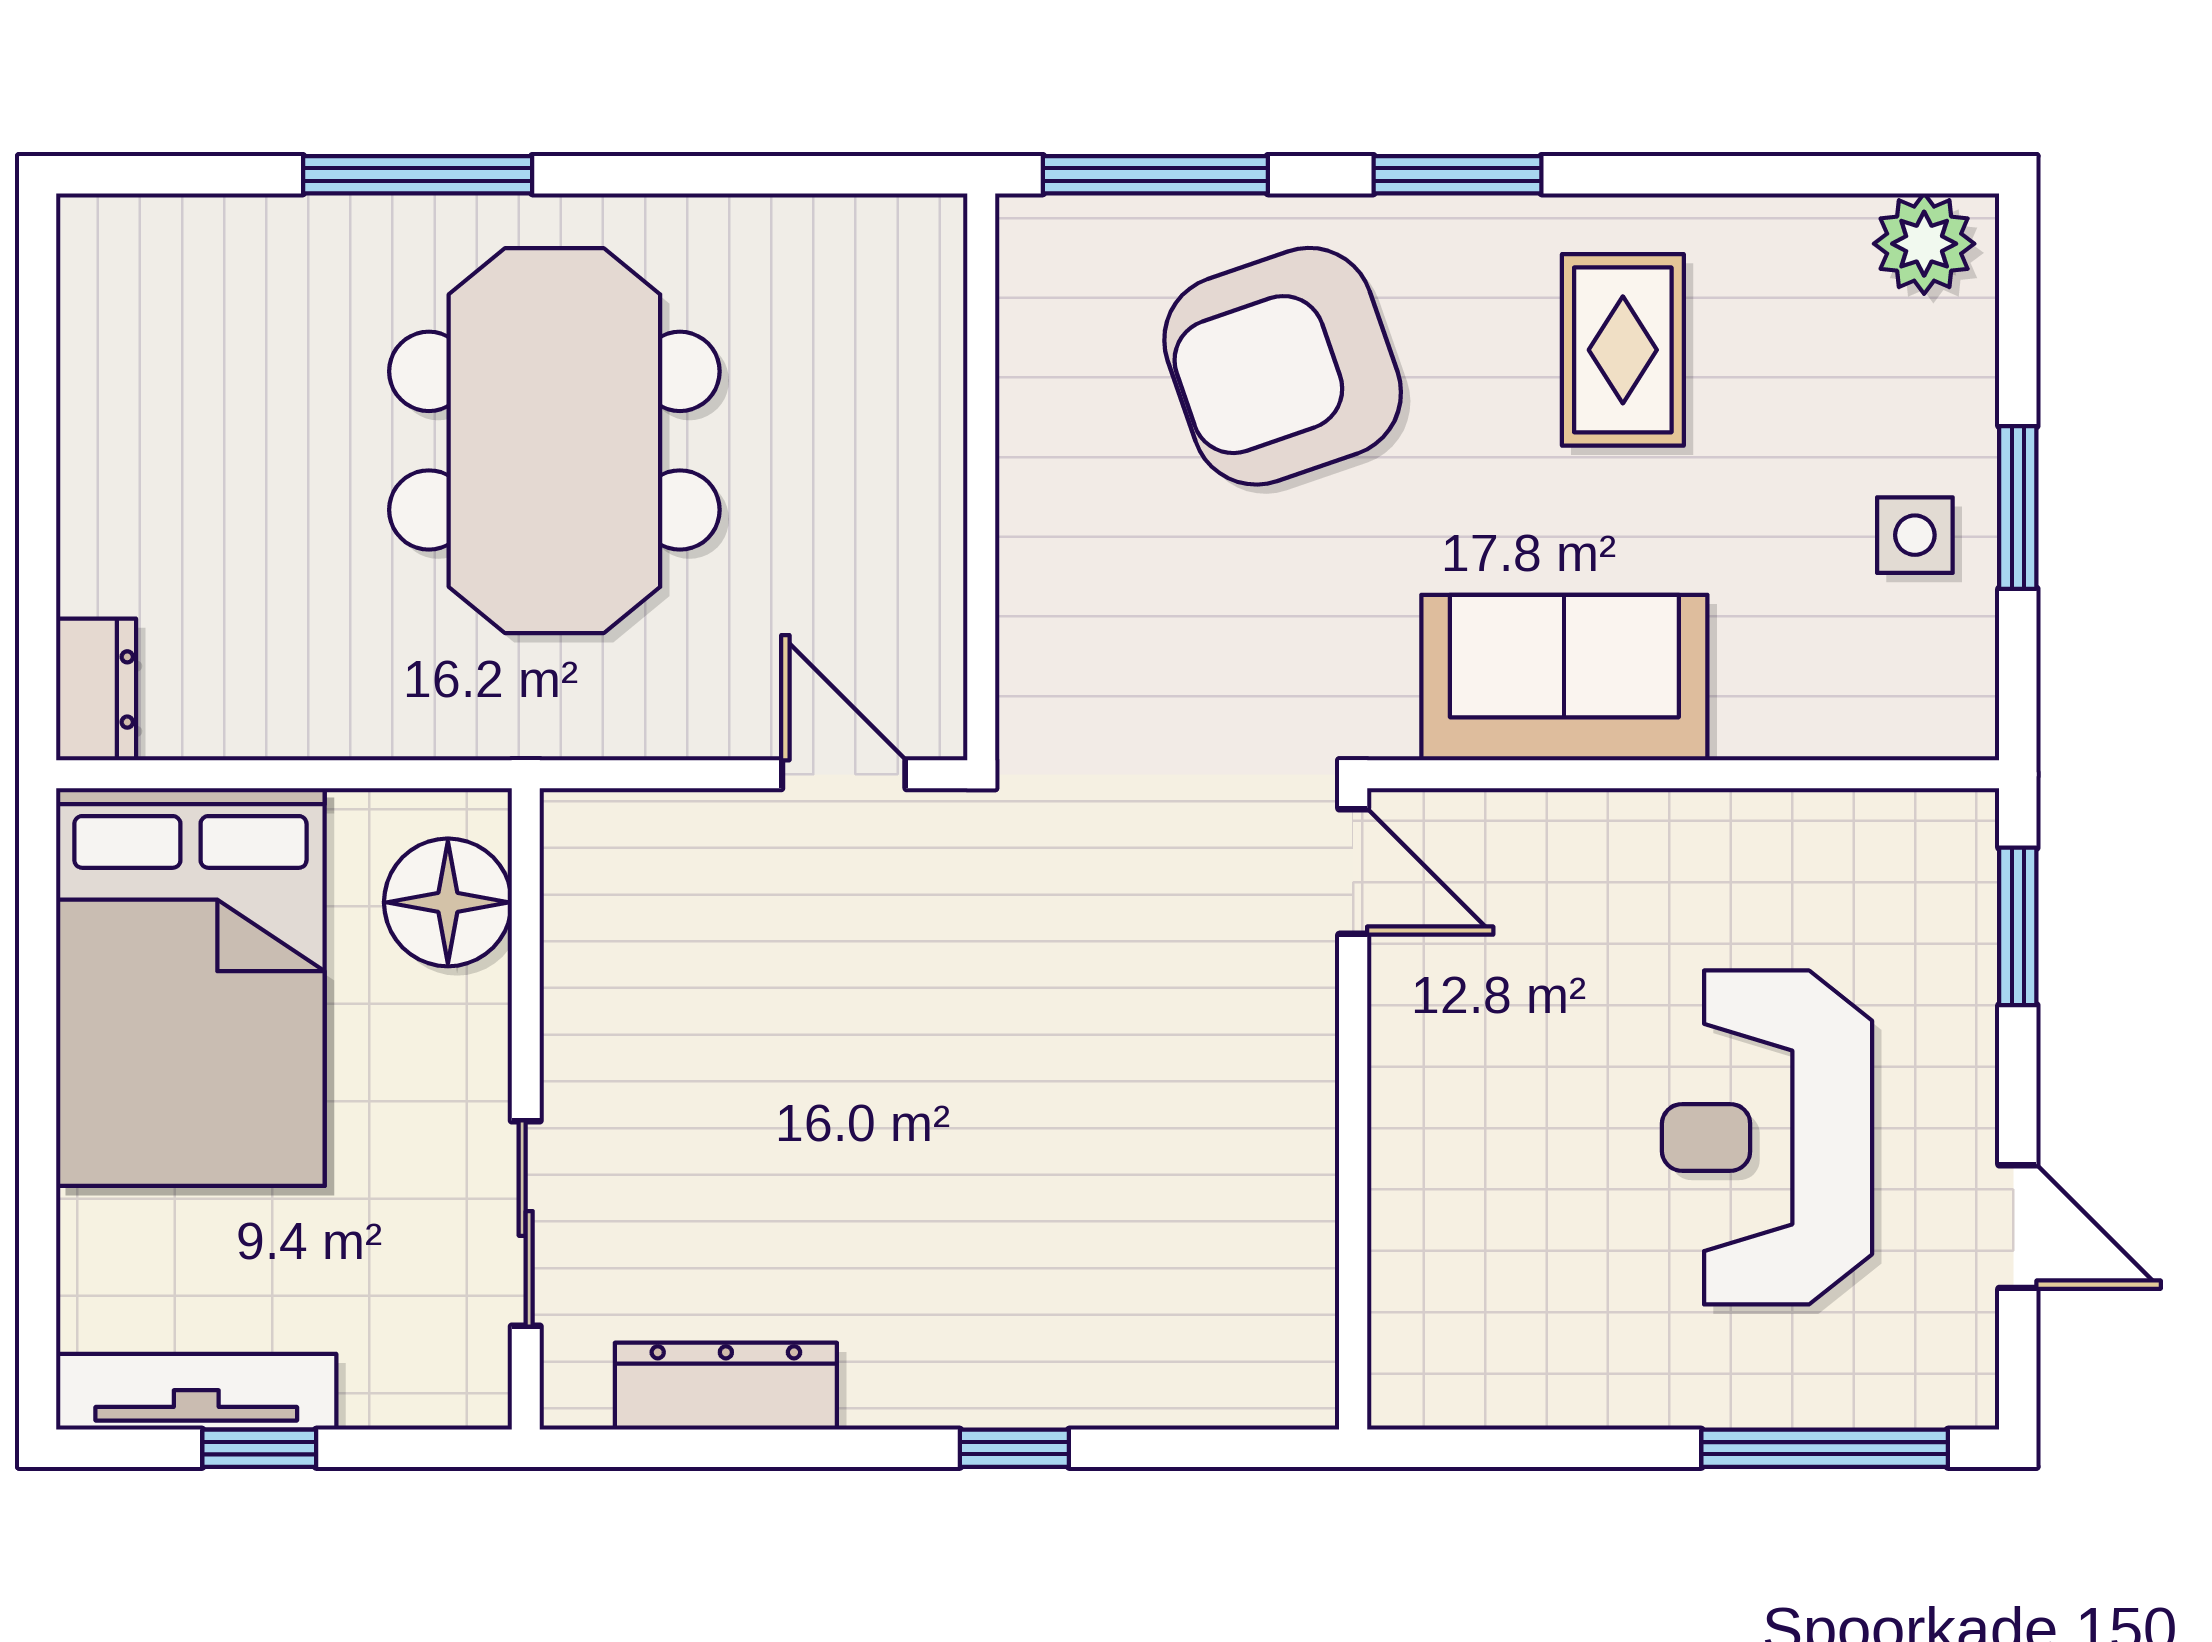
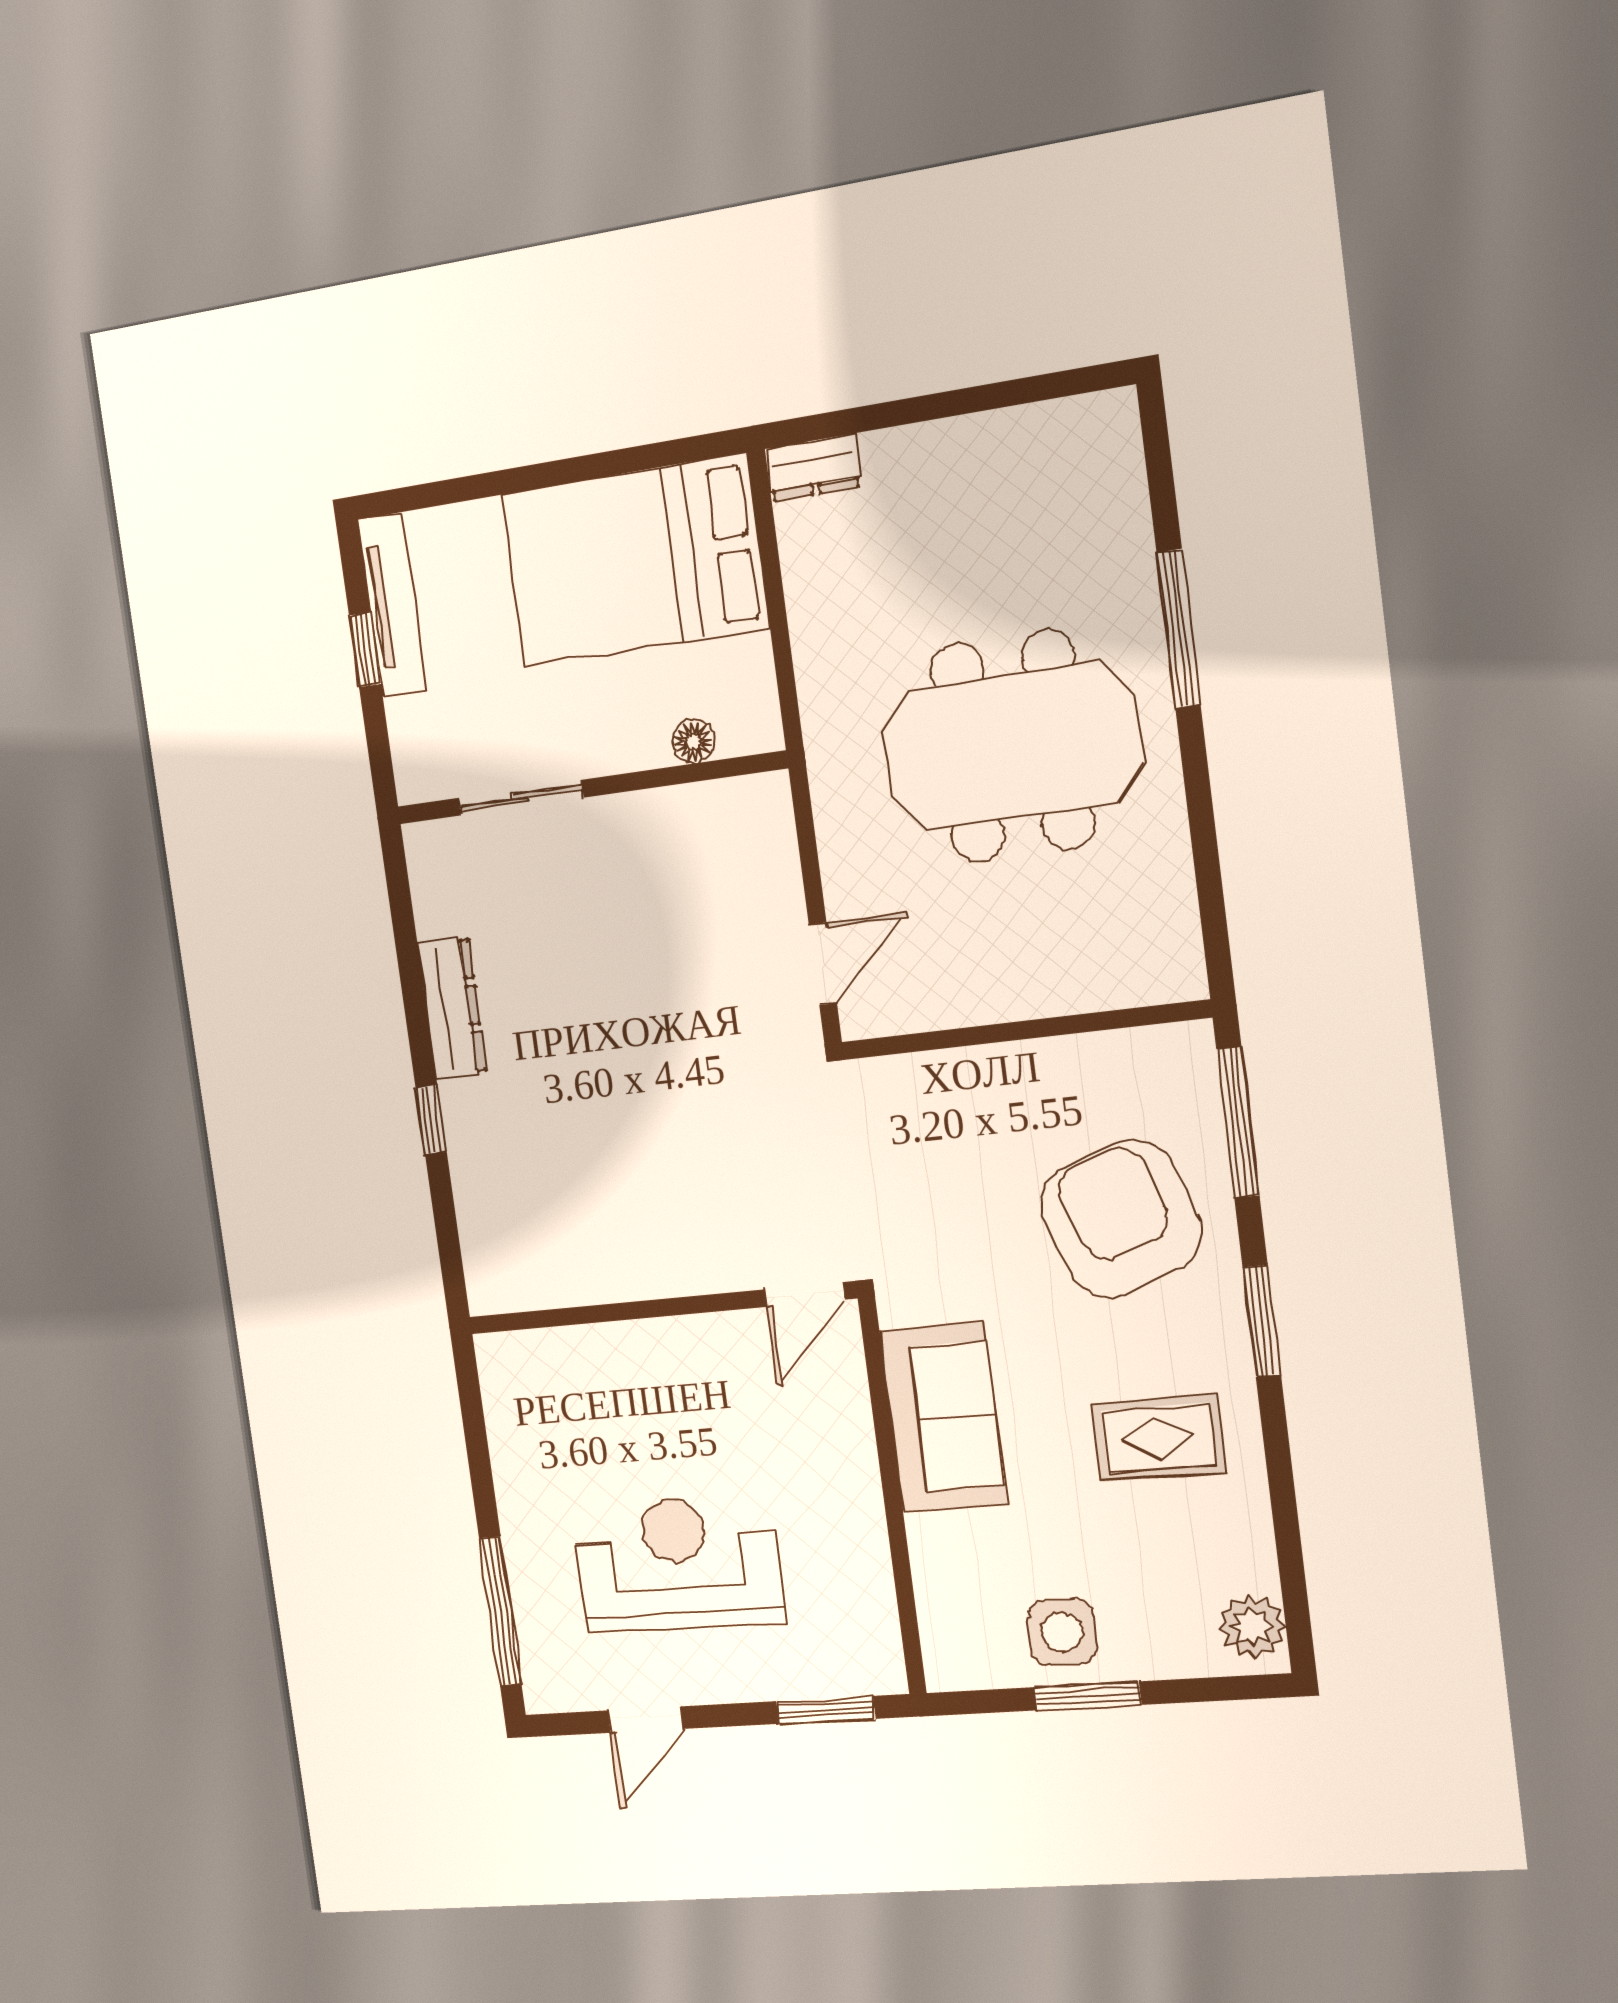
side table: (1915, 535) -> (1062, 1632), width x1.37, depth x1.37
floor lamp: (448, 902) -> (693, 741), width x0.53, depth x0.53
dresser: (726, 1386) -> (452, 1008), moved

